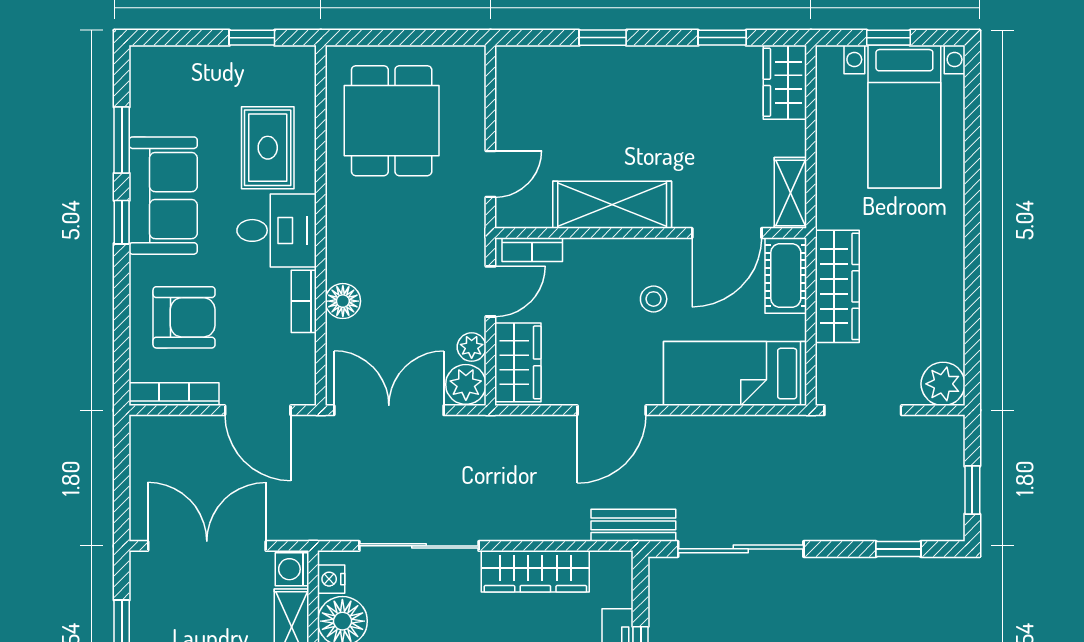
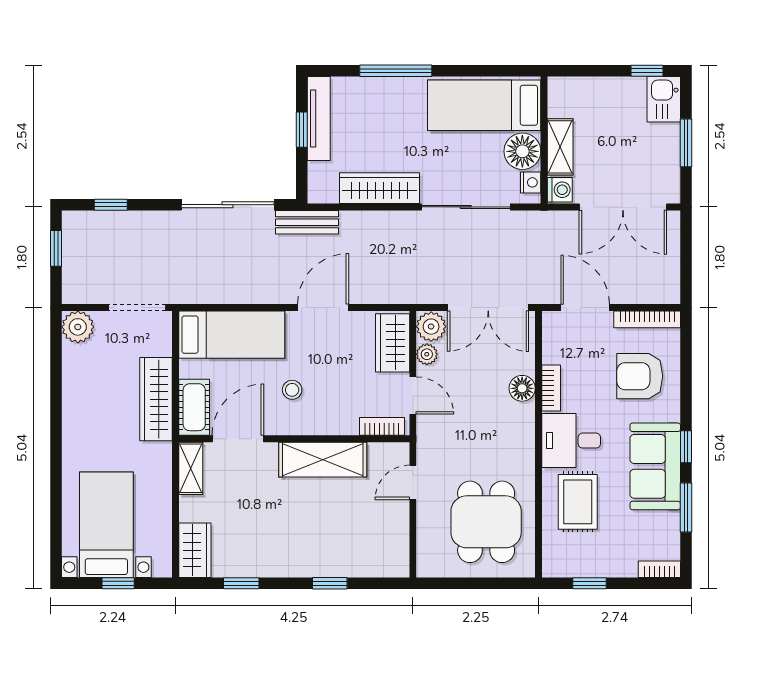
bookcase: (158, 57) -> (659, 569), added
door: (490, 291) -> (413, 395), swing flipped

